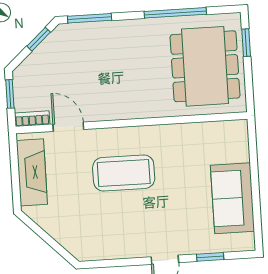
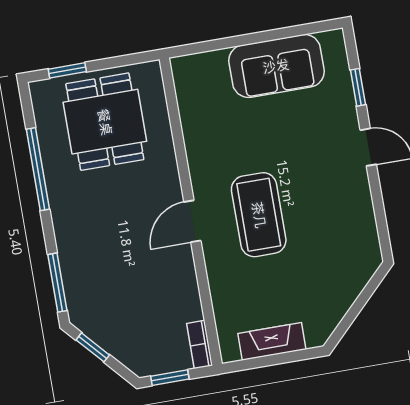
dining table: (205, 66) -> (105, 122), width x0.73
door: (68, 127) -> (192, 221), moved
fireplace: (32, 172) -> (272, 341), width x0.73, depth x0.76

